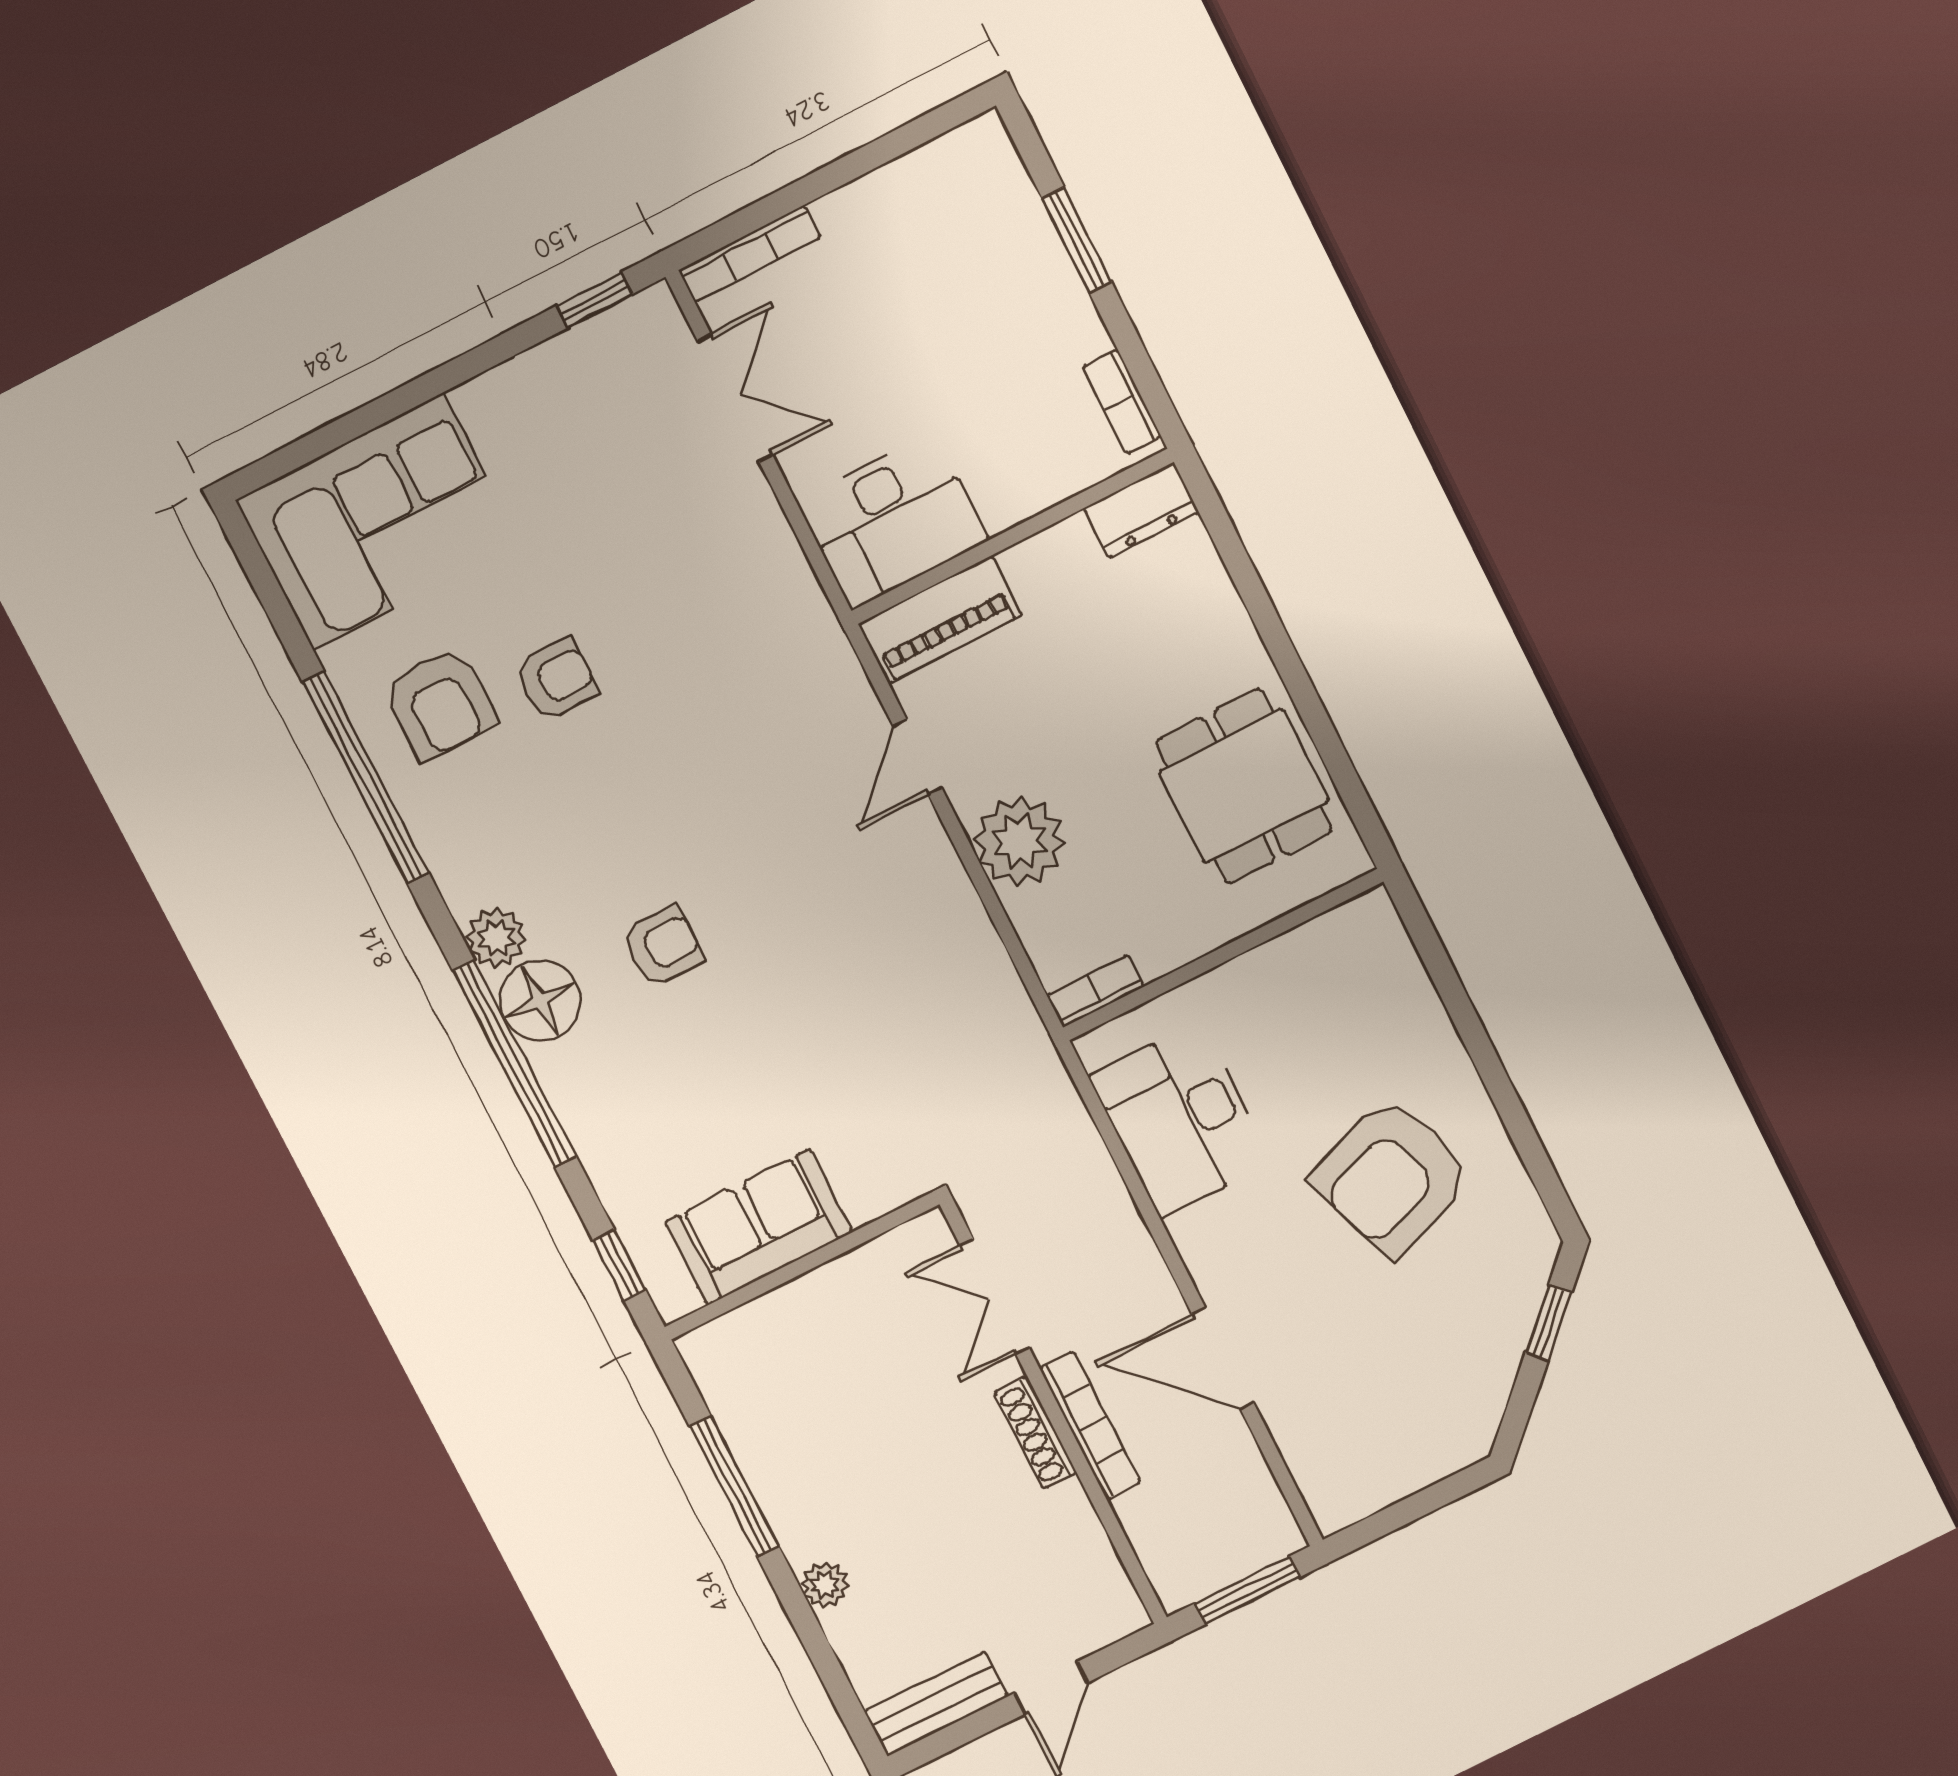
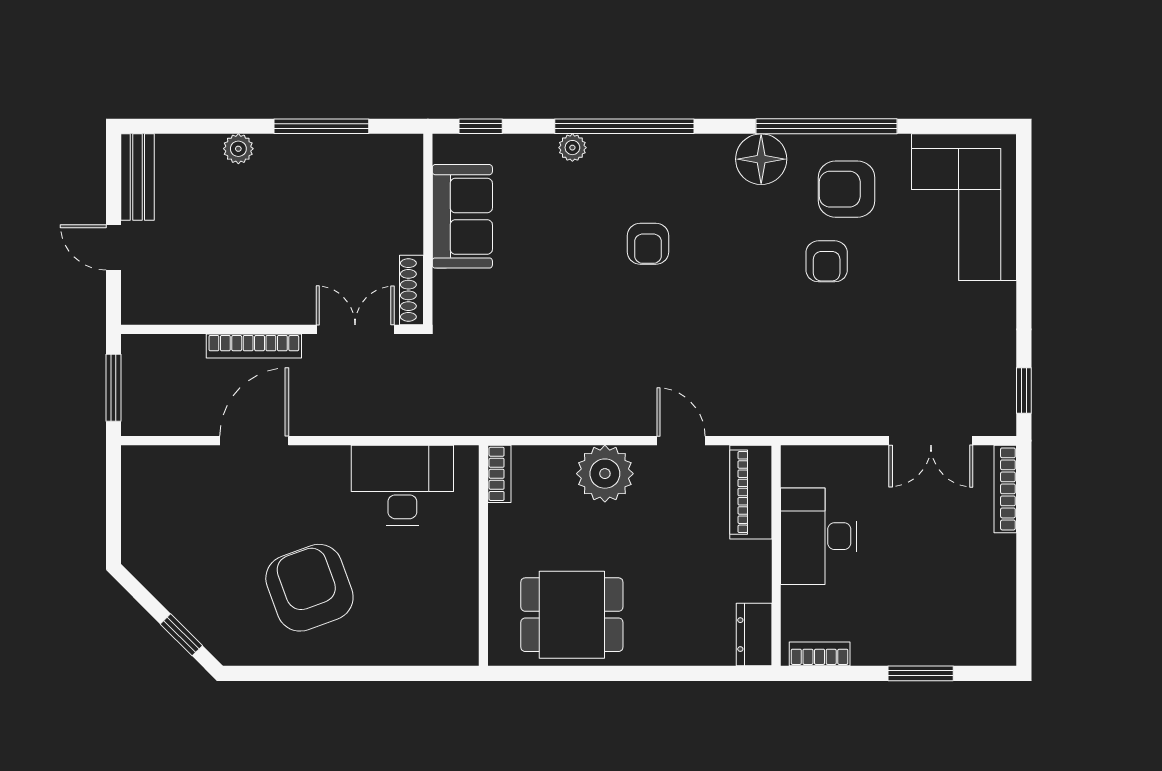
desk: (893, 521) -> (819, 536), moved
plant: (496, 938) -> (572, 148), moved, width x0.73, depth x0.73
floor lamp: (540, 1000) -> (761, 159), moved
shoe rack: (1035, 1433) -> (411, 290), moved, turned -90

